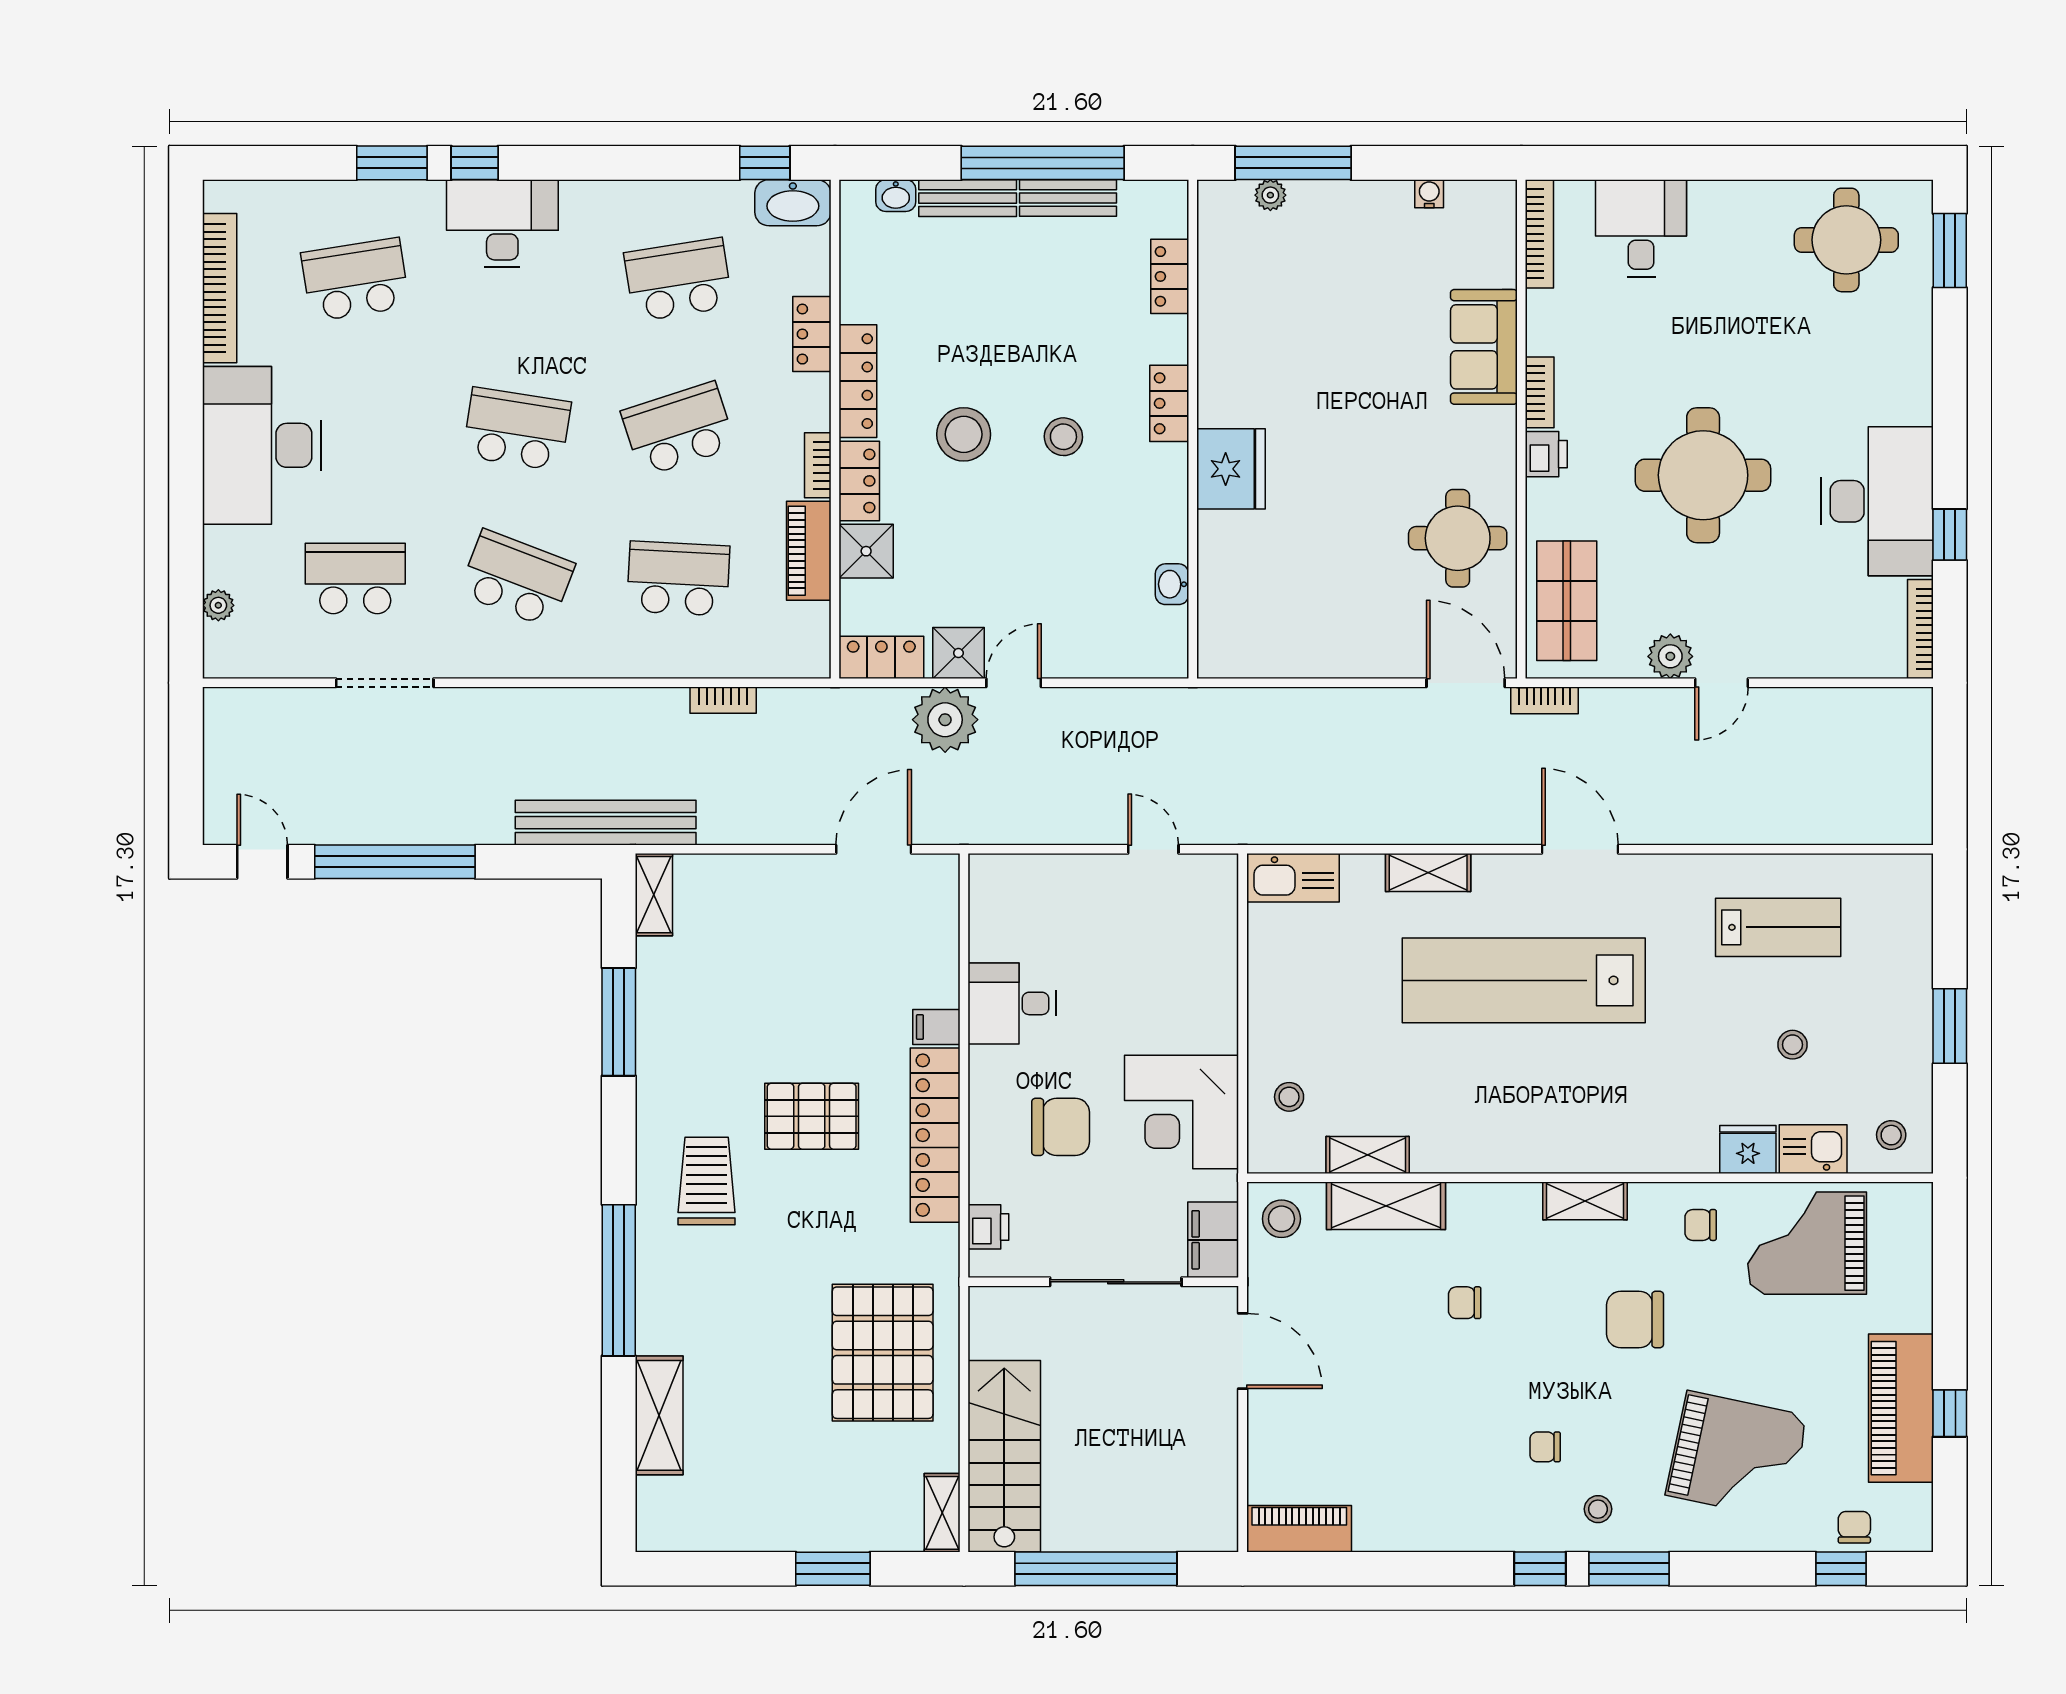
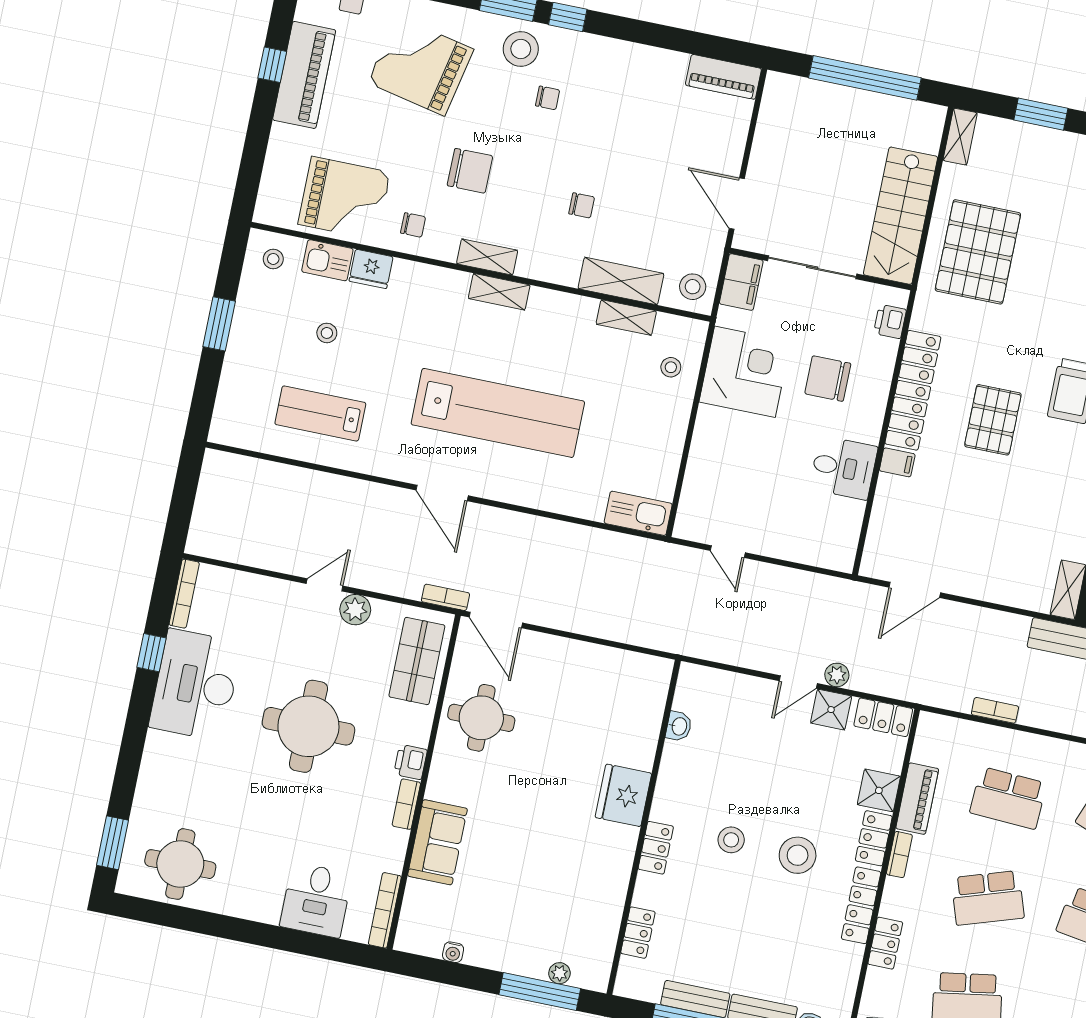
plant: (945, 720) -> (837, 675), width x0.53, depth x0.53
shelving: (1428, 872) -> (499, 292), moved
pallet: (812, 1116) -> (993, 420), turned 90
stairs: (1004, 1456) -> (901, 216), moved
stool: (1598, 1509) -> (521, 49), width x1.89, depth x1.89

